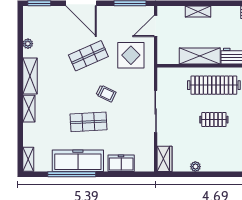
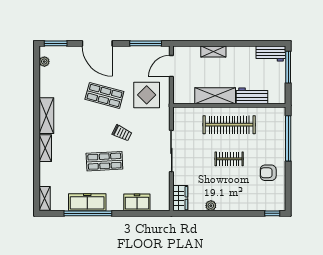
plant: (28, 44) -> (44, 62), moved
shop shelf: (88, 56) -> (104, 95), turned 39
freezer: (78, 161) -> (87, 202), width x0.73, depth x0.79

